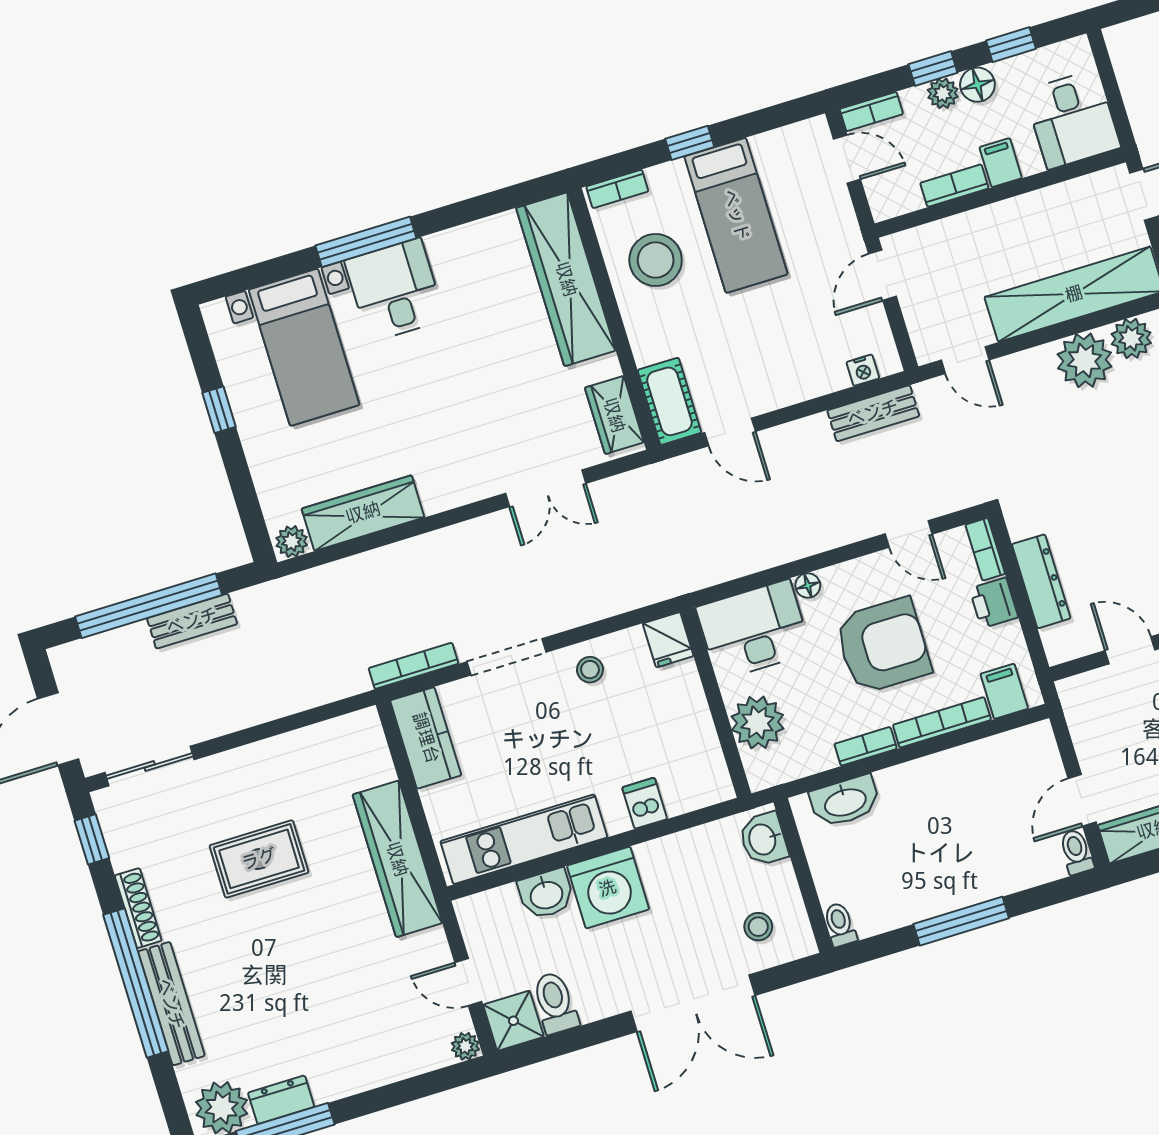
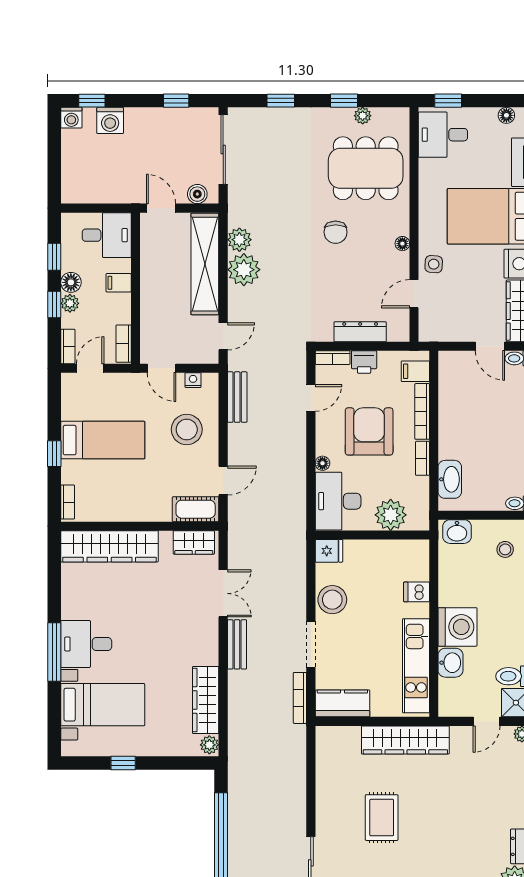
bookcase: (954, 186) -> (124, 344), moved
stool: (656, 260) -> (187, 429), moved
nightstand: (863, 370) -> (193, 380), moved, turned -90
bench: (192, 621) -> (237, 644), moved
stool: (590, 670) -> (332, 600), width x1.89, depth x1.89

